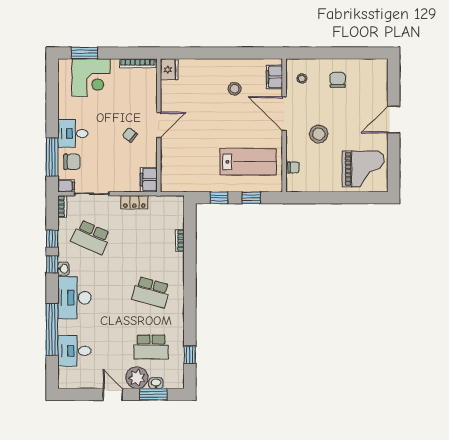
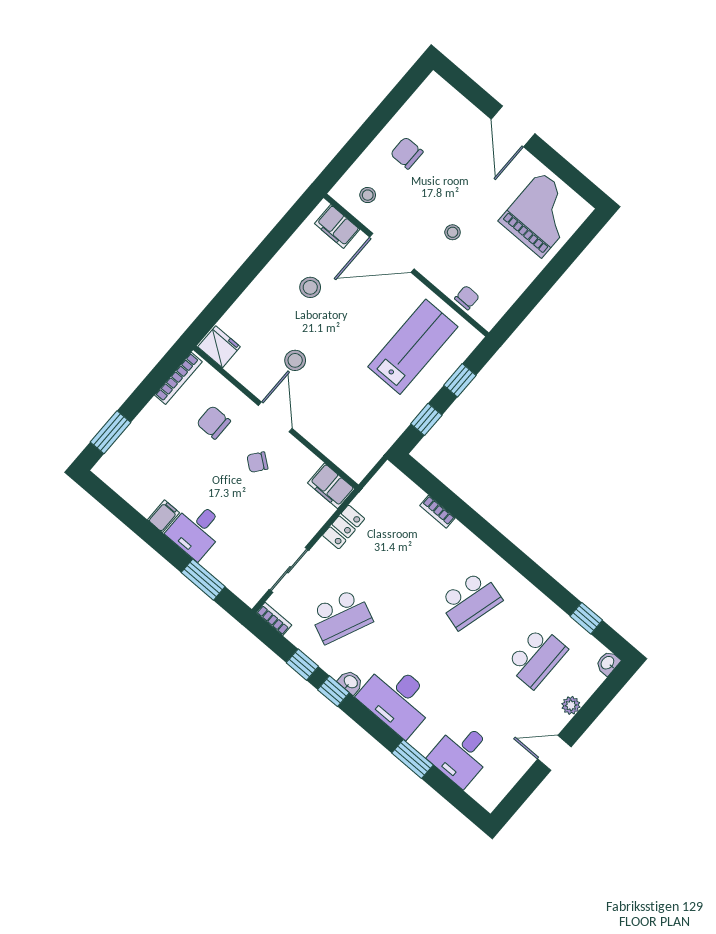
corner desk: (91, 78) -> (147, 450), removed
stool: (194, 111) -> (295, 360), added
stool: (319, 134) -> (453, 232), width x0.53, depth x0.53
window: (52, 157) -> (203, 580), width x0.69
chair: (72, 162) -> (214, 422), moved, turned -90
filing cabinet: (66, 186) -> (164, 516), moved
window: (52, 329) -> (412, 759), width x0.47
plant: (137, 378) -> (571, 705), width x0.53, depth x0.53
washbasin: (156, 383) -> (608, 663), moved
window: (153, 394) -> (596, 704), removed

